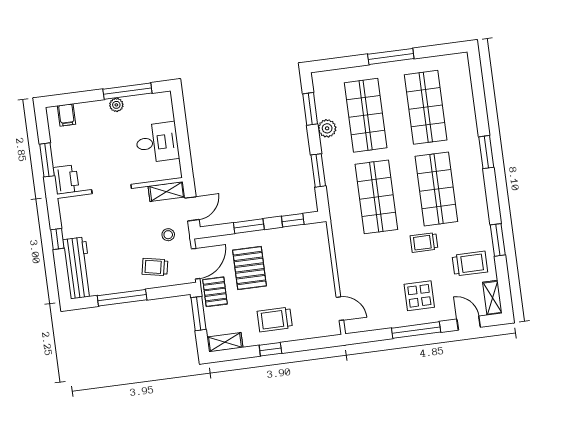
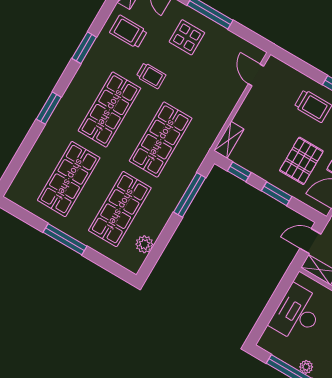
window: (310, 109) -> (159, 247), removed
plant: (327, 128) -> (144, 244), moved
desk: (157, 142) -> (297, 313), width x1.37
window: (318, 170) -> (190, 195), width x1.44
shelving: (321, 239) -> (229, 140), added
window: (498, 240) -> (84, 48), moved

